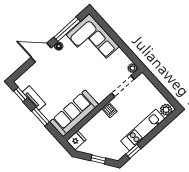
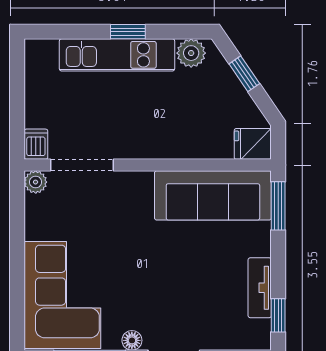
dishwasher: (109, 110) -> (36, 144), moved
plant: (166, 110) -> (191, 53), moved
window: (40, 116) -> (278, 206), moved
window: (133, 151) -> (128, 32), moved

